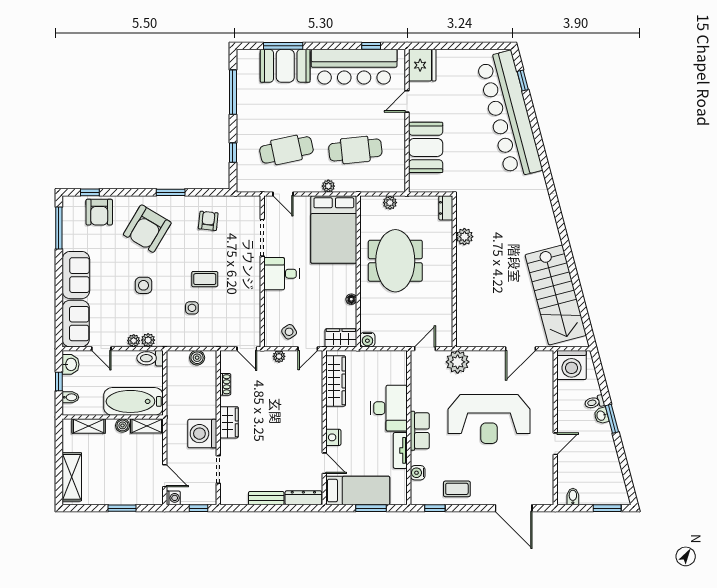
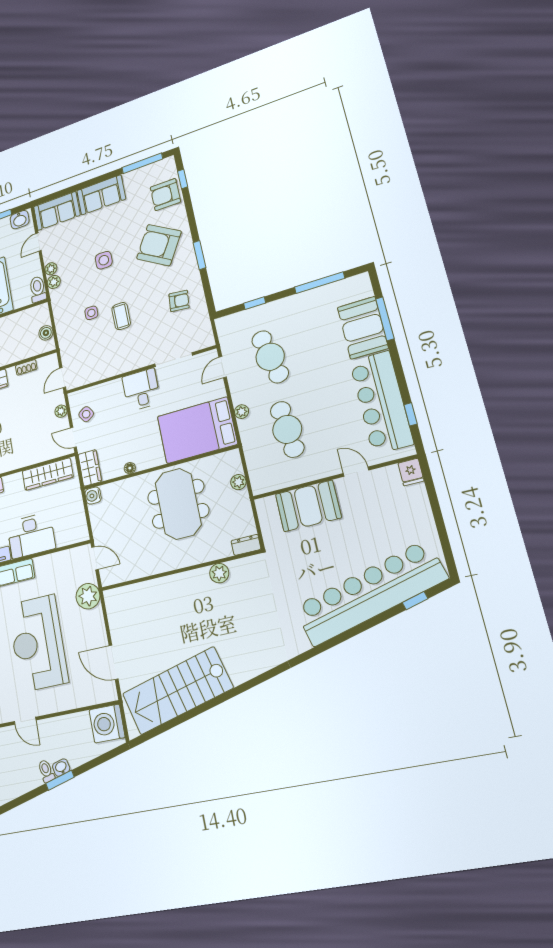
fridge: (422, 65) -> (411, 472), width x0.53, depth x0.75
meeting table: (395, 261) -> (178, 504), turned 90
toilet: (594, 402) -> (46, 771), moved

